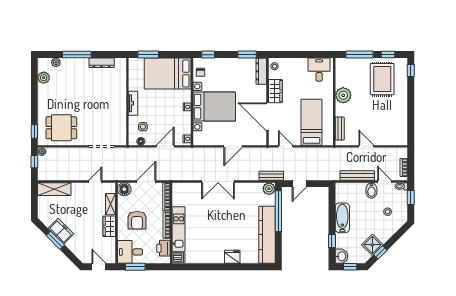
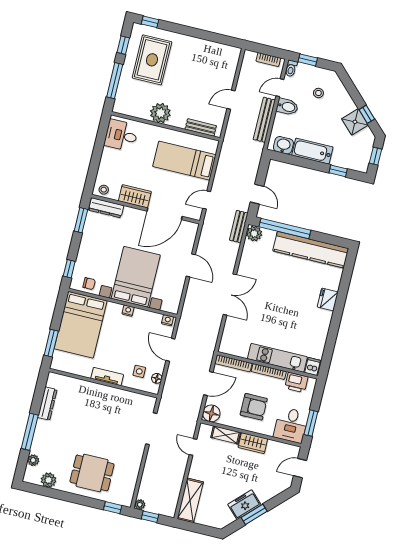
rug: (382, 79) -> (152, 60), turned 90
dining table: (61, 128) -> (92, 473), moved, turned 90
door: (146, 181) -> (208, 383), swing flipped
washbasin: (341, 256) -> (283, 145), moved

